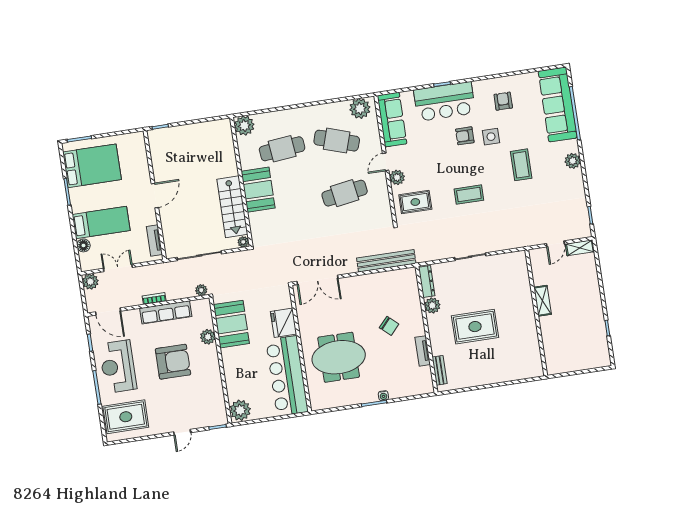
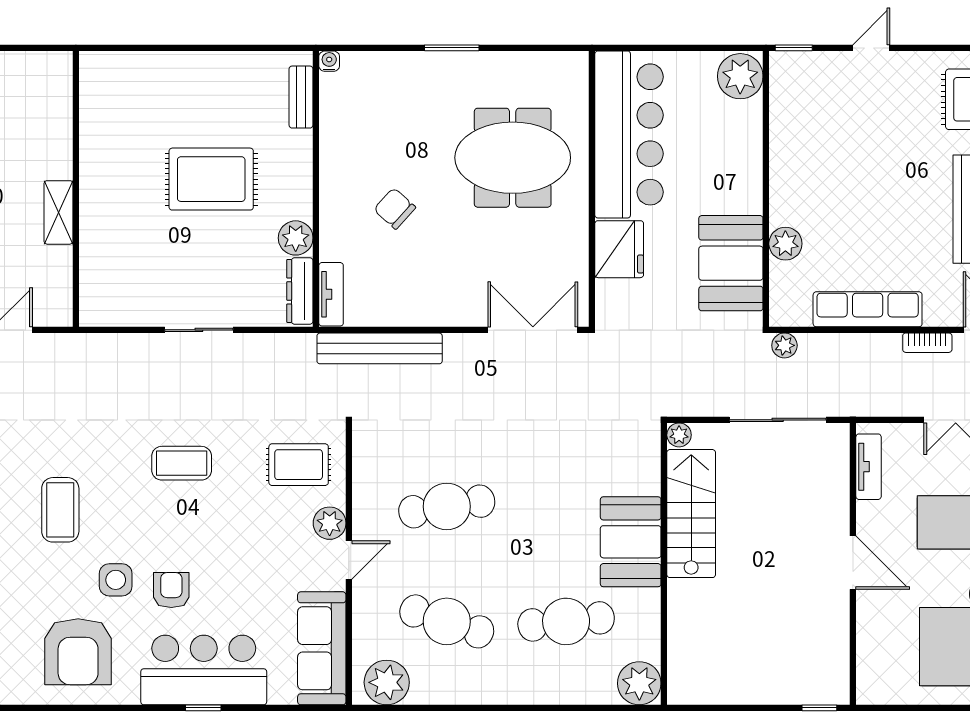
armchair: (503, 101) -> (78, 652), width x1.88, depth x1.88
armchair: (465, 136) -> (171, 590), turned -90
door: (155, 196) -> (853, 563), swing flipped
bookcase: (154, 299) -> (927, 343), moved
tv unit: (423, 351) -> (331, 294), moved
armchair: (173, 362) -> (868, 202), removed
water cooler: (383, 396) -> (329, 61), moved

